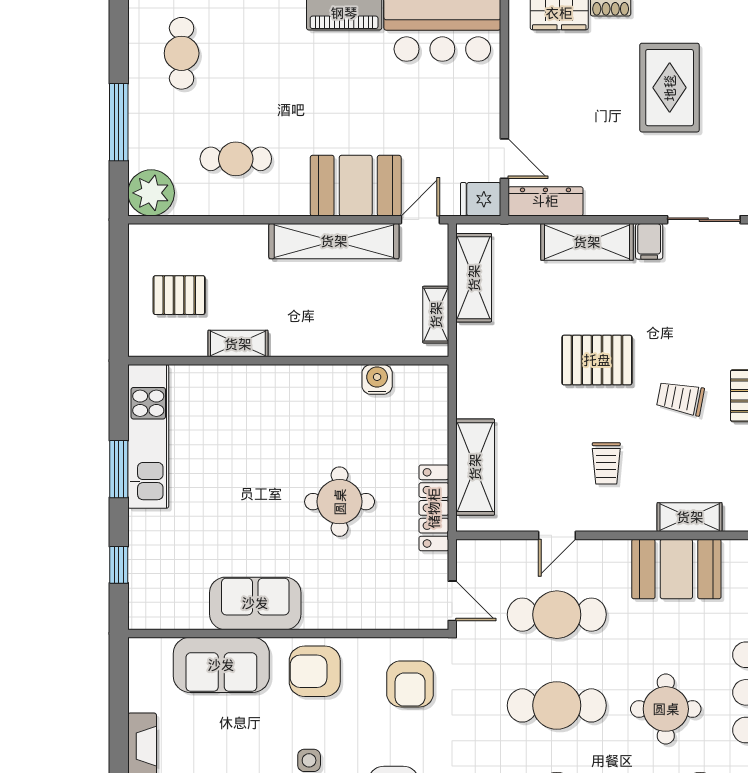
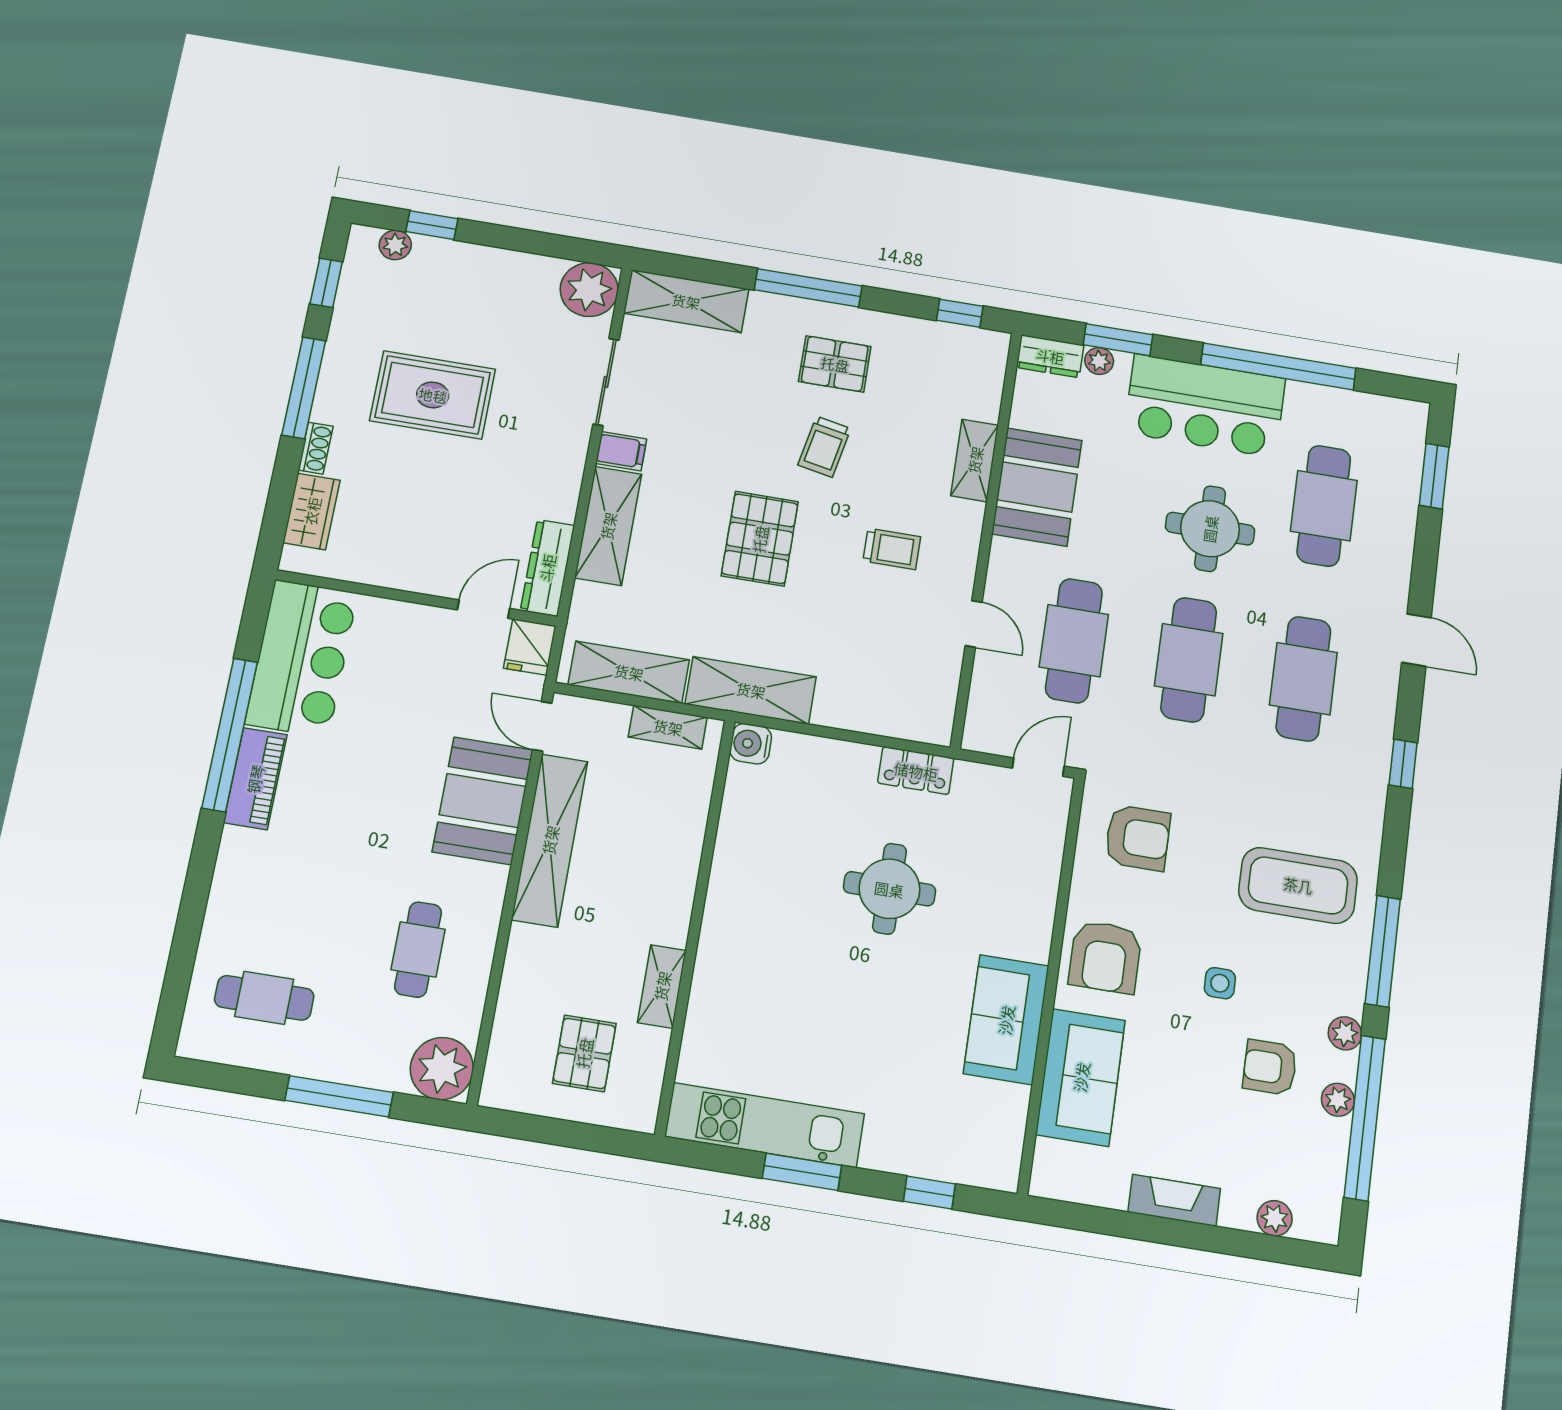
water cooler: (377, 379) -> (751, 744), moved
shelving: (475, 467) -> (751, 690), moved
locker: (434, 508) -> (916, 771), width x0.66

